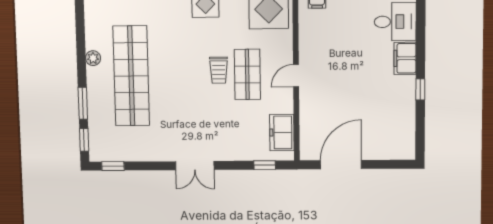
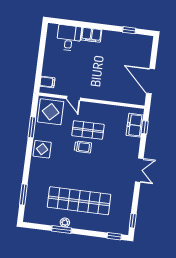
door: (296, 76) -> (73, 98), moved
window: (420, 89) -> (129, 30), moved
window: (83, 103) -> (61, 229), moved
freezer: (282, 132) -> (135, 125), moved, turned 90

